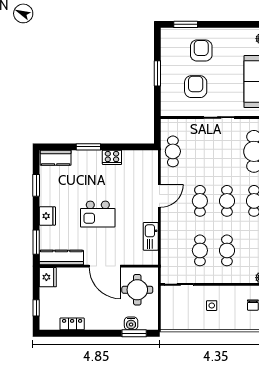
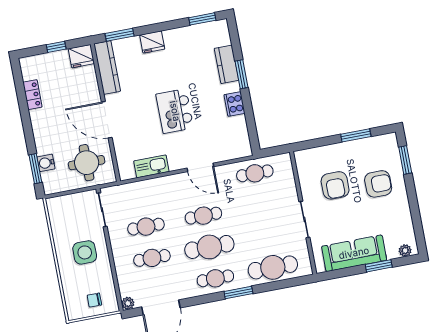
window: (157, 73) -> (356, 135), moved
armchair: (196, 87) -> (335, 185), turned 90
kitchen counter: (56, 158) -> (226, 64), moved
window: (36, 185) -> (202, 19), moved
cafe table: (227, 201) -> (209, 247), width x1.37, depth x1.35
kitchen island: (98, 214) -> (175, 111), moved
door: (105, 266) -> (107, 120), hinge flipped
side table: (212, 306) -> (85, 252), width x1.87, depth x1.87
window: (36, 308) -> (56, 47), moved

